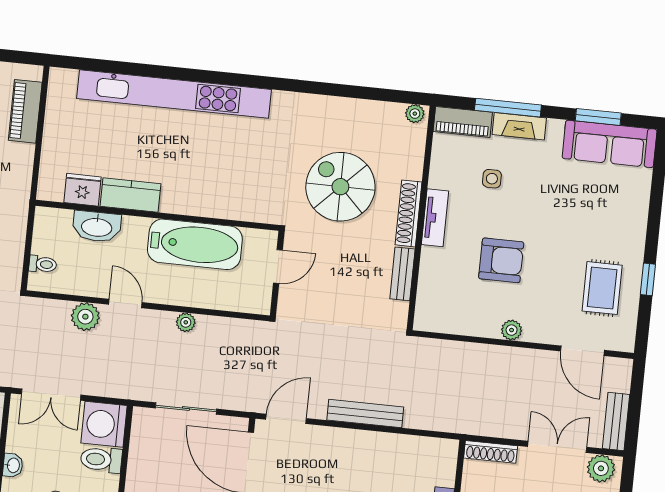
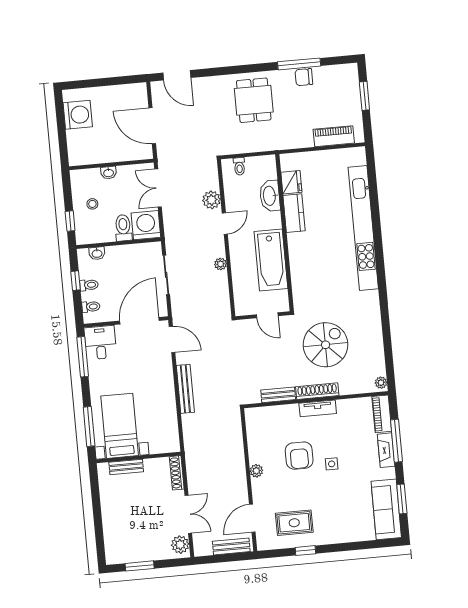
side table: (492, 179) -> (332, 464), moved
bench: (616, 421) -> (231, 546), moved

